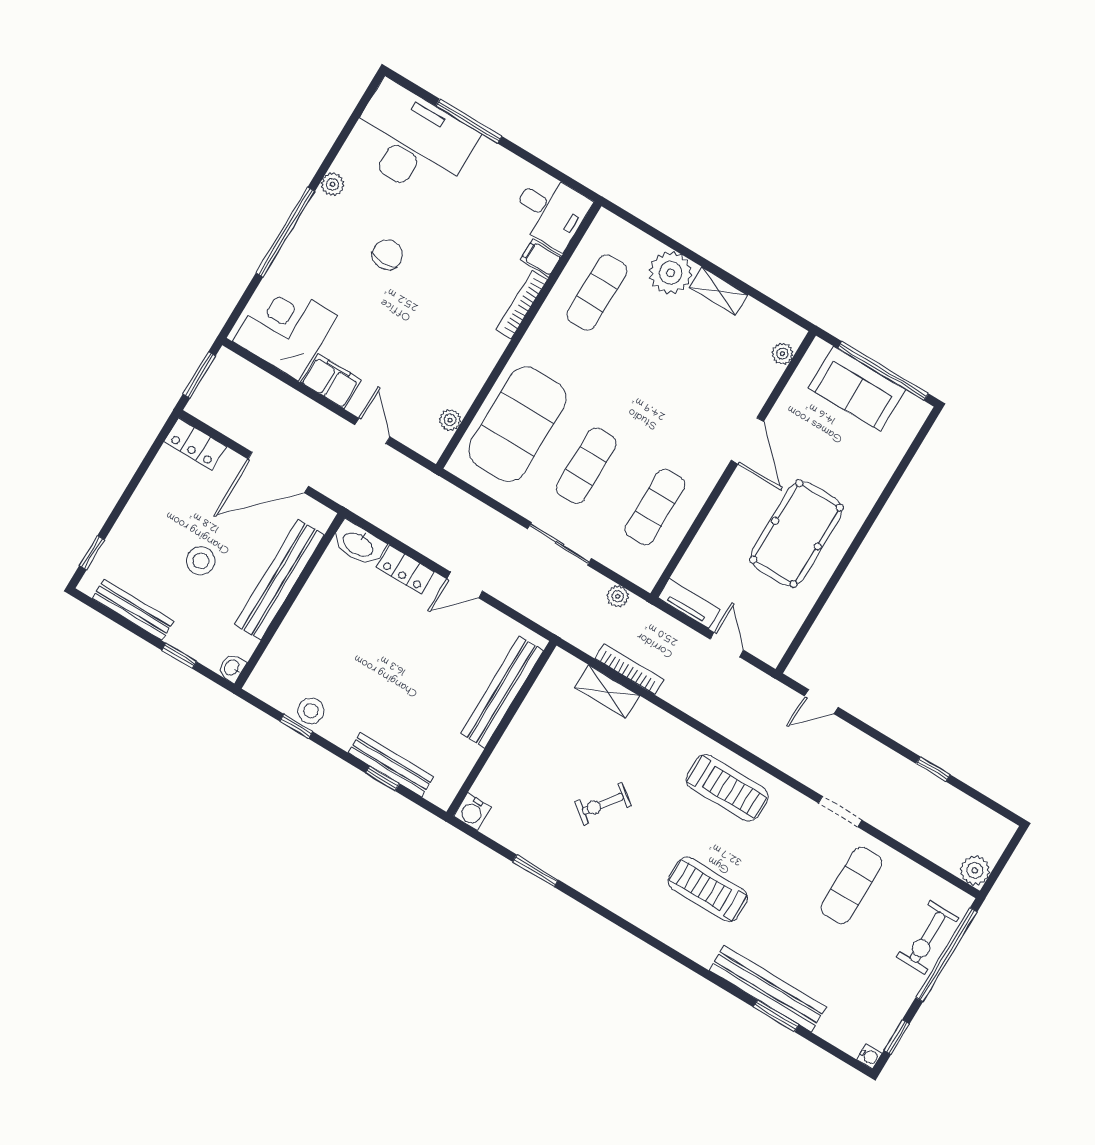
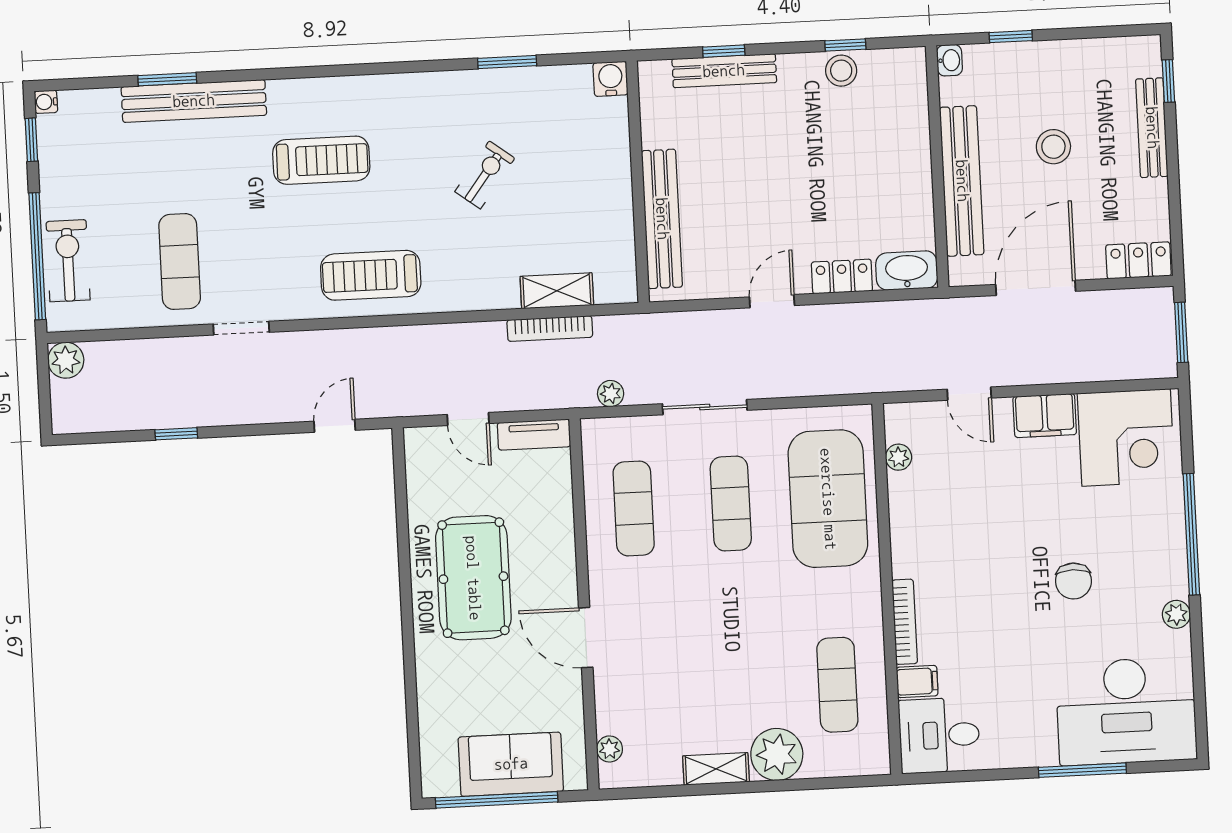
bench: (133, 610) -> (1152, 128), moved, turned 90

